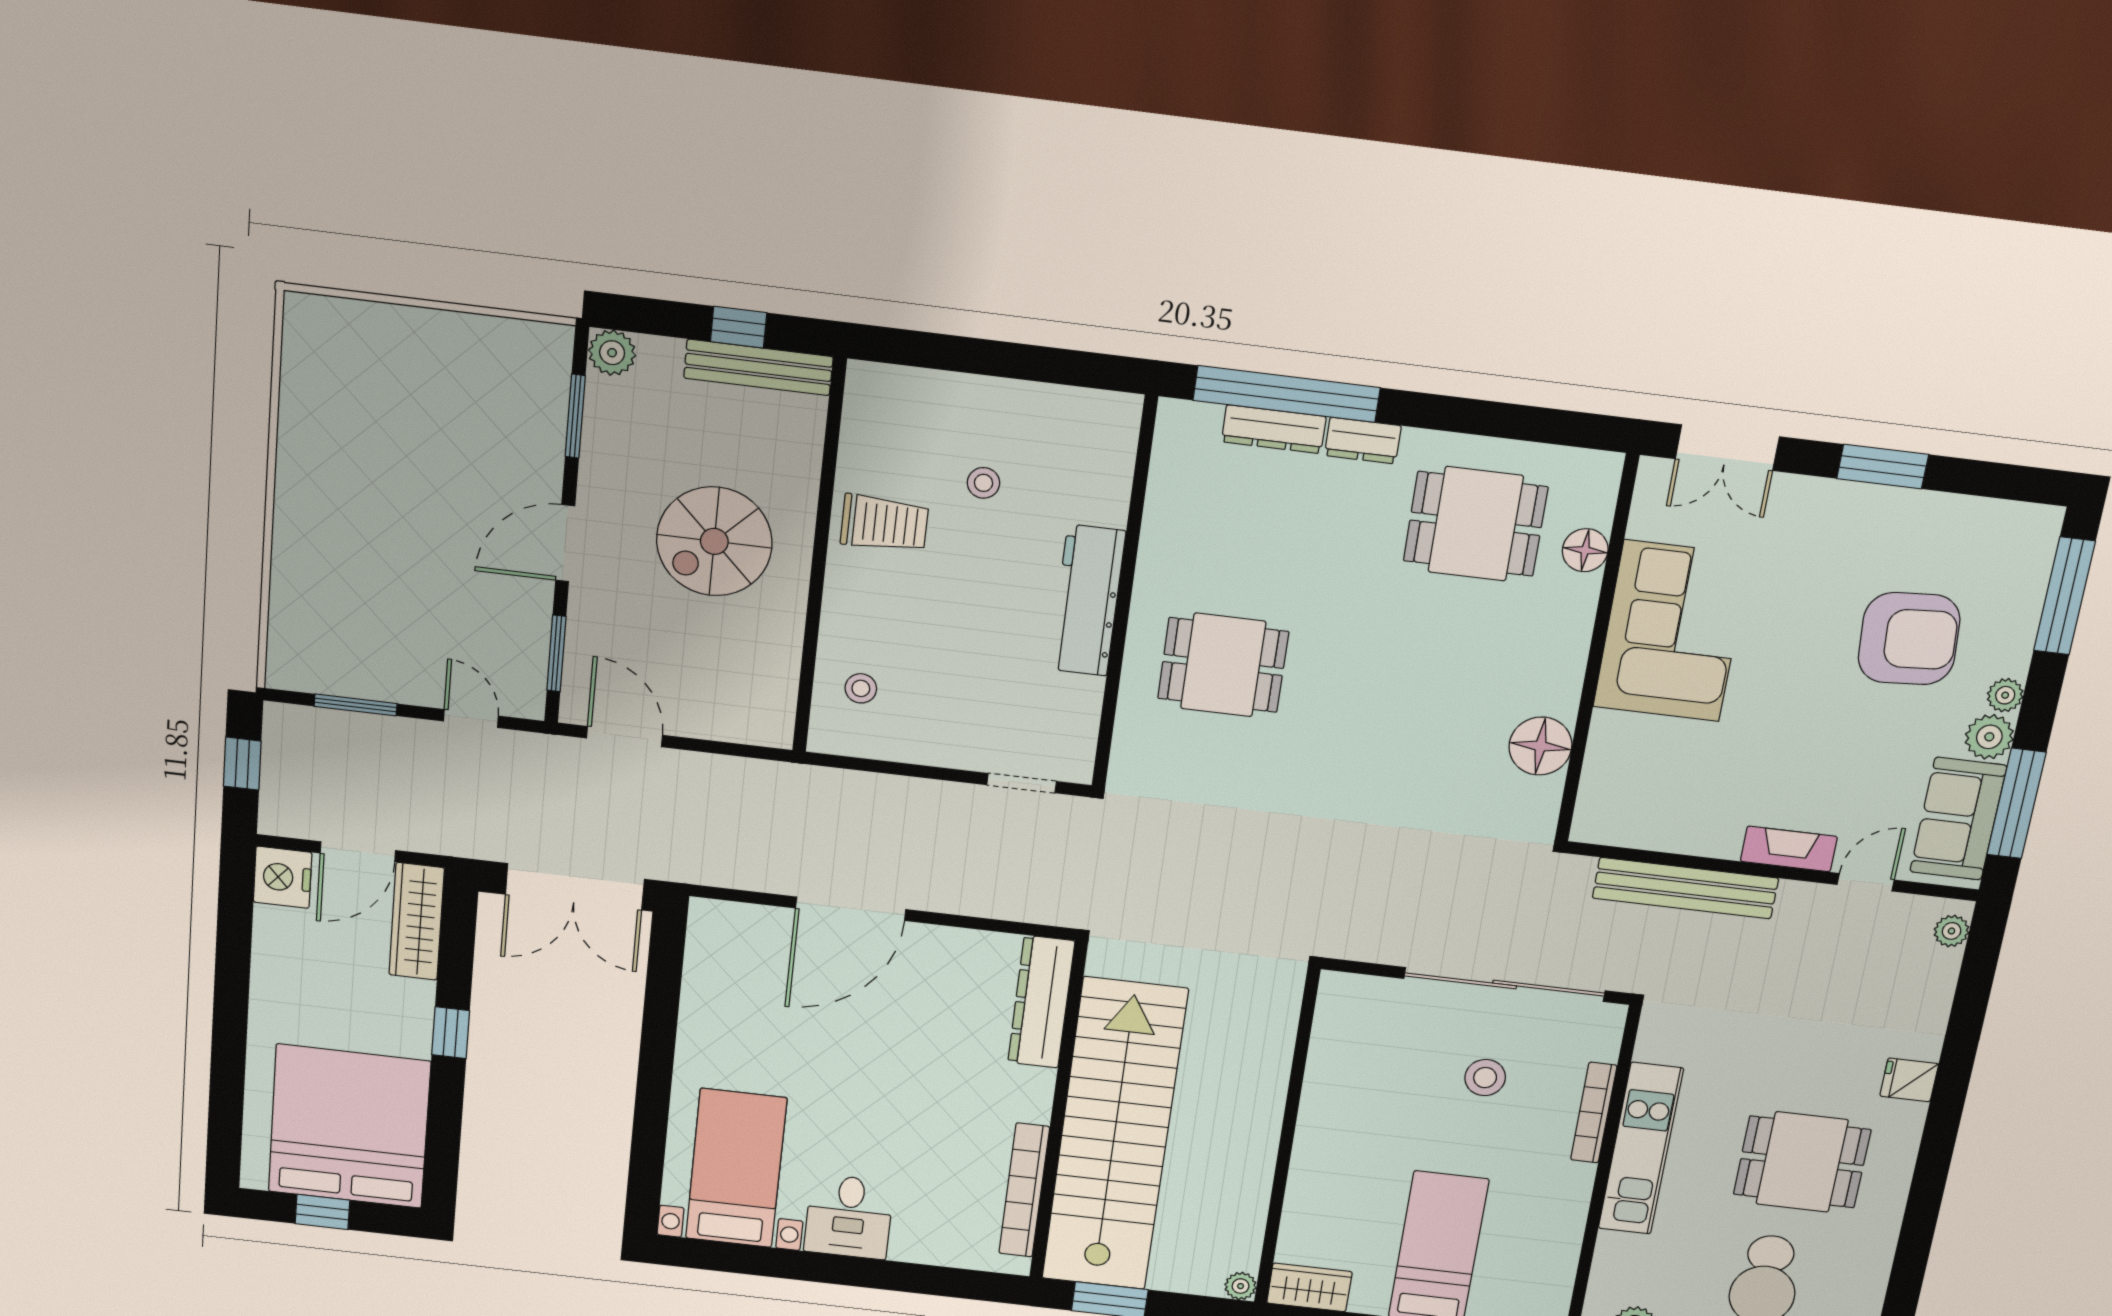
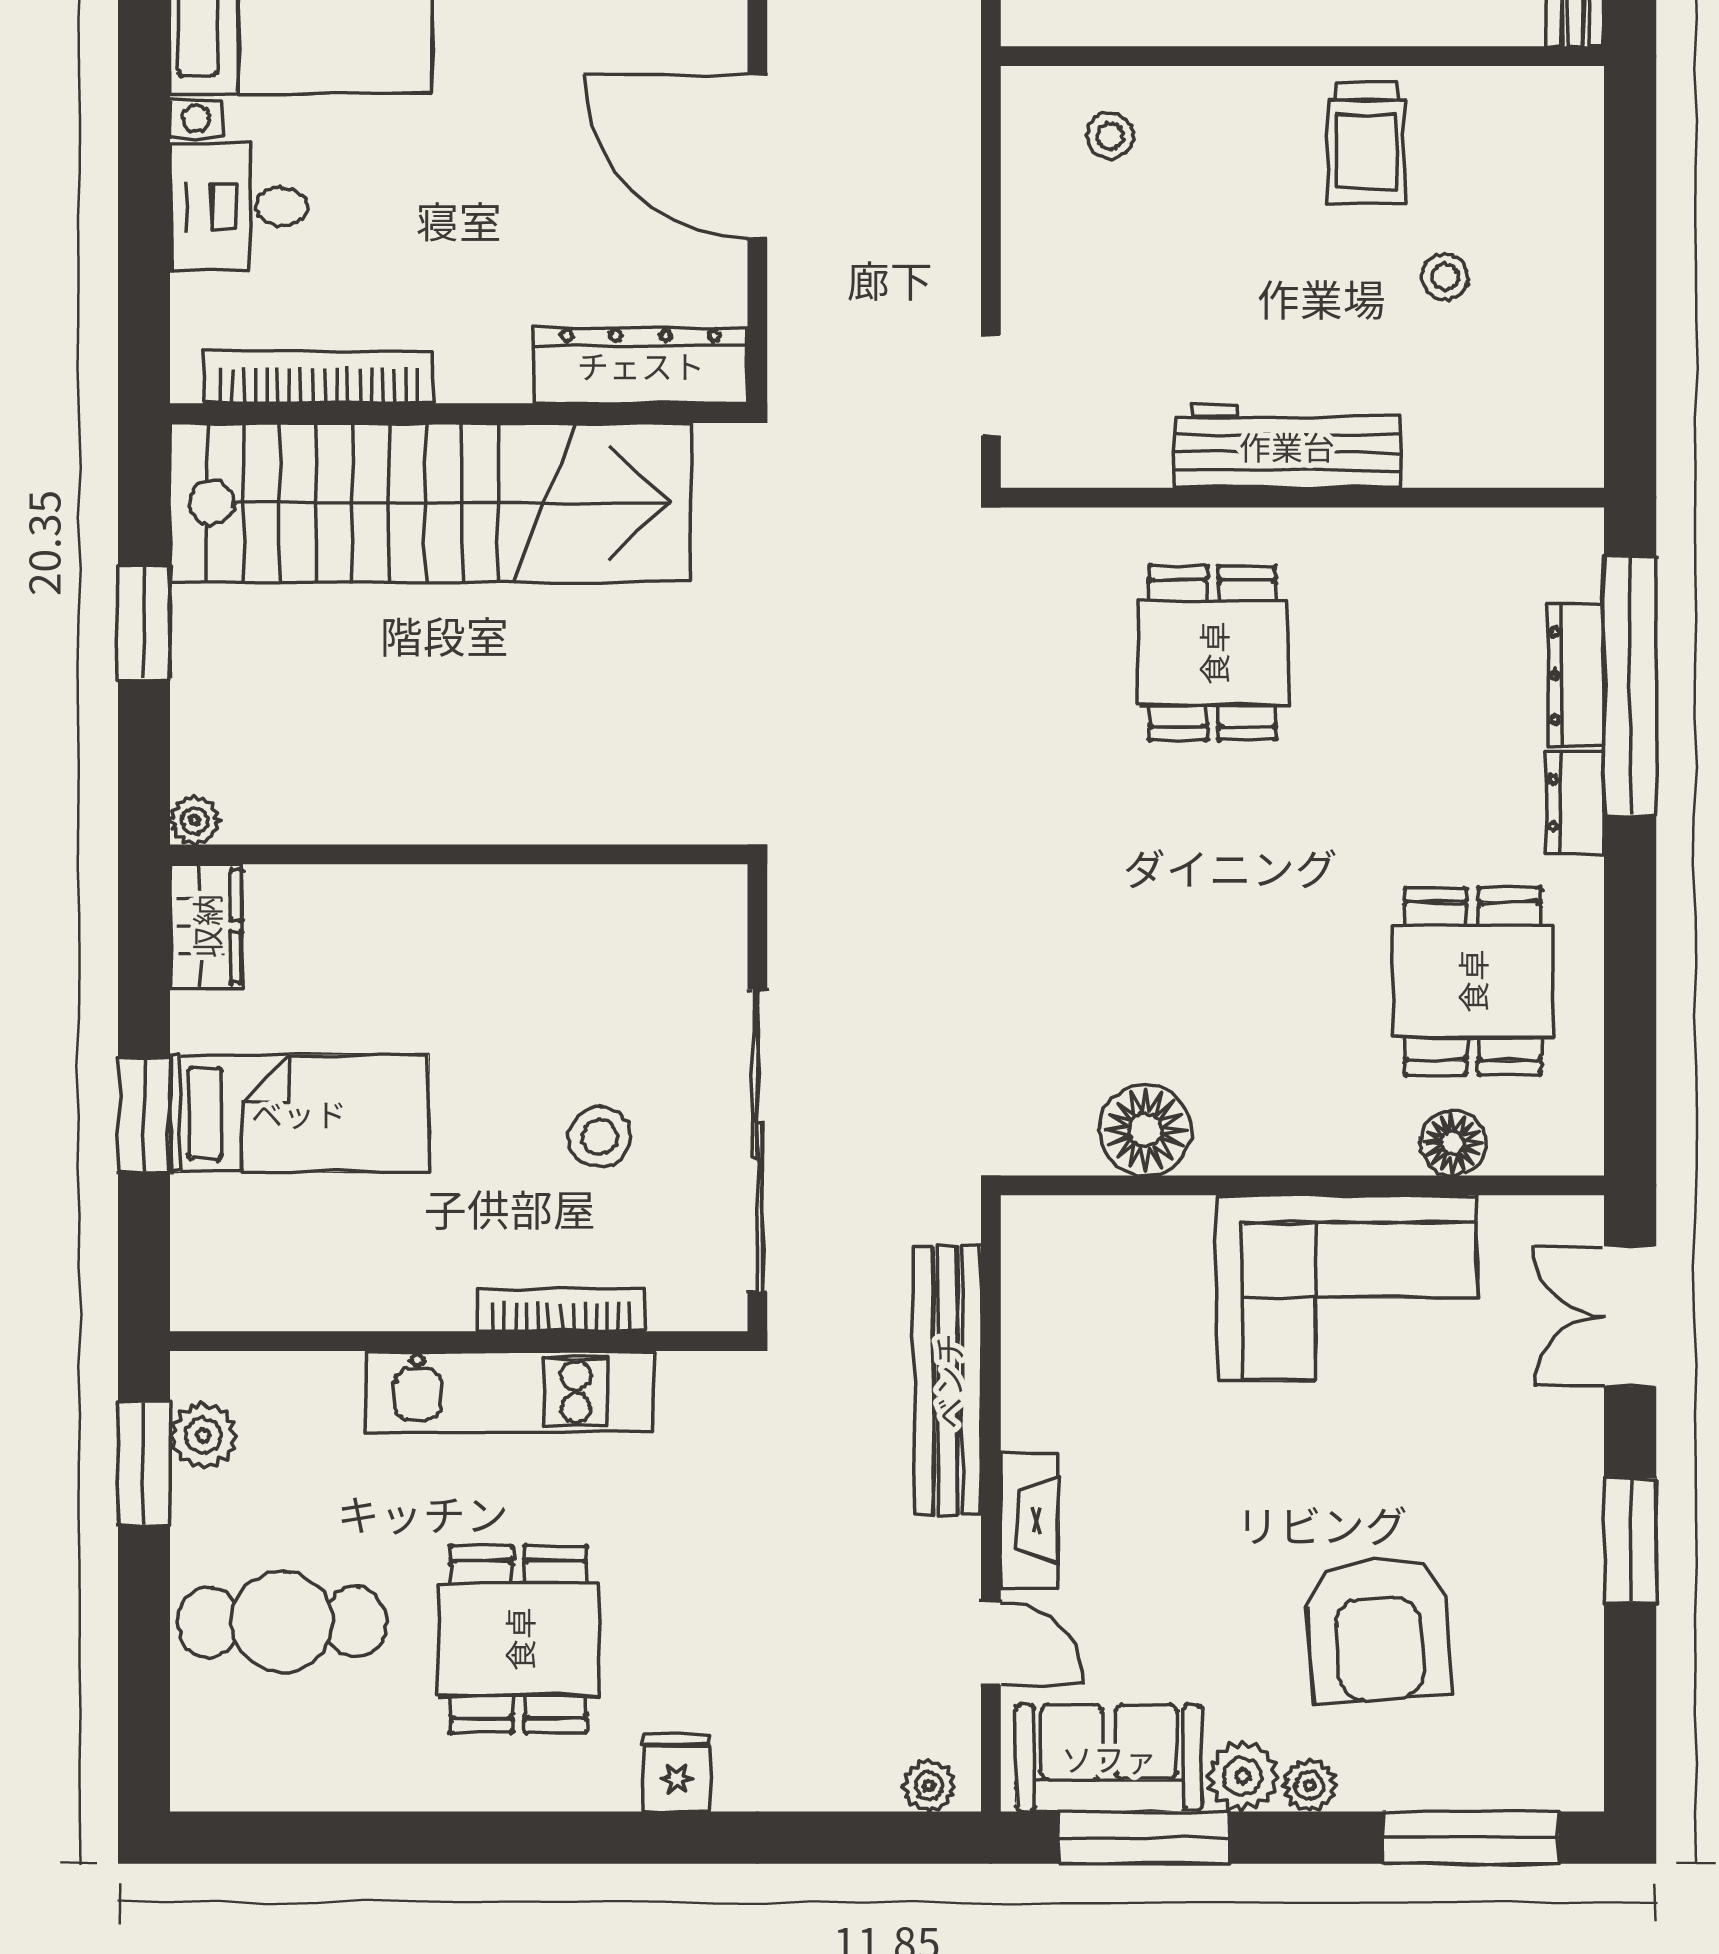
dresser: (1041, 1002) -> (641, 365), moved
wall: (1058, 1112) -> (459, 413), moved
stairs: (1114, 1135) -> (431, 503), moved
bookcase: (1024, 1190) -> (319, 378), moved

